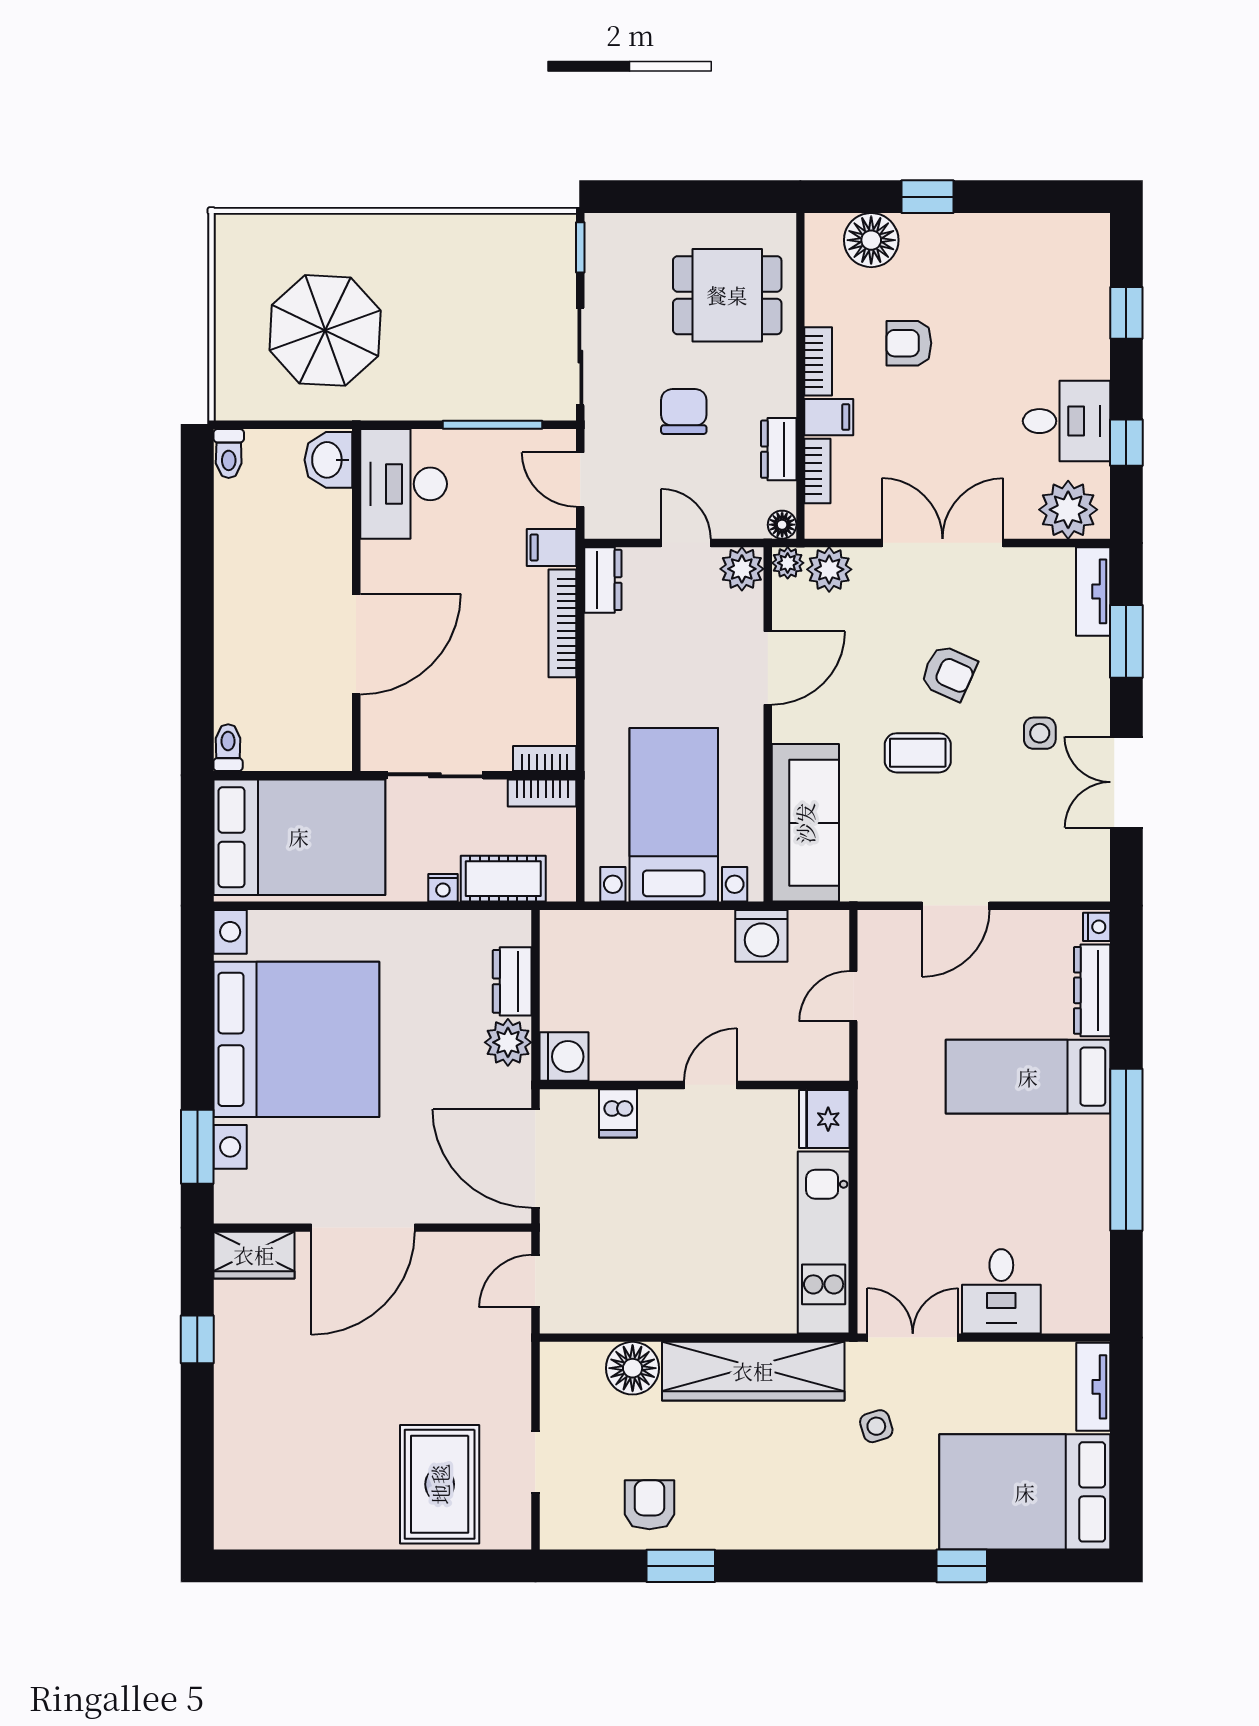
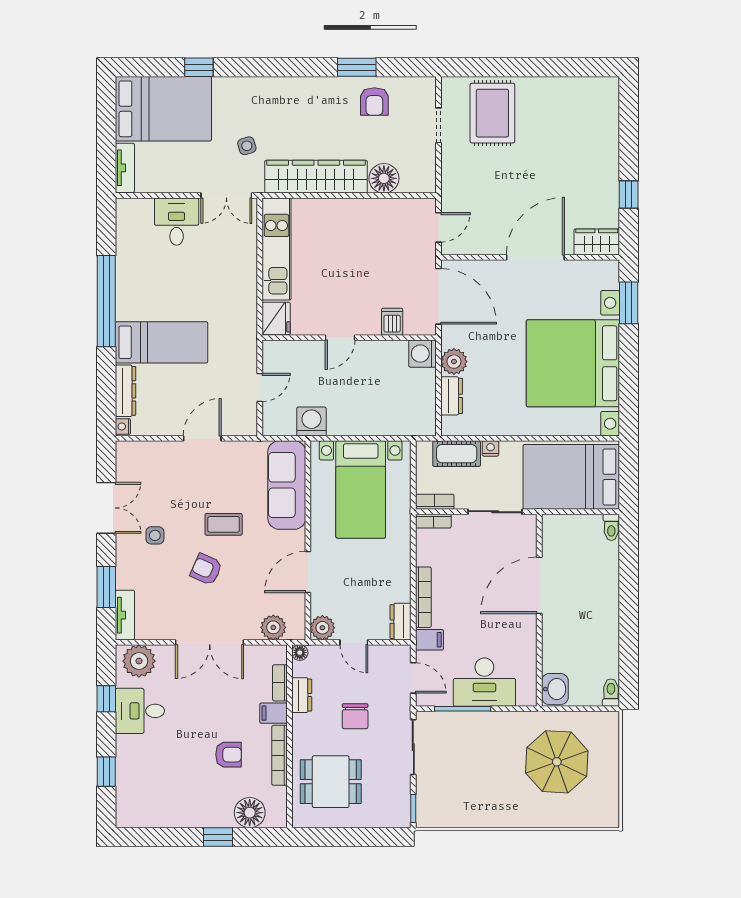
bookcase: (818, 361) -> (280, 755), width x1.56
desk: (404, 484) -> (484, 682), moved, turned 90
plant: (788, 563) -> (297, 631), removed

